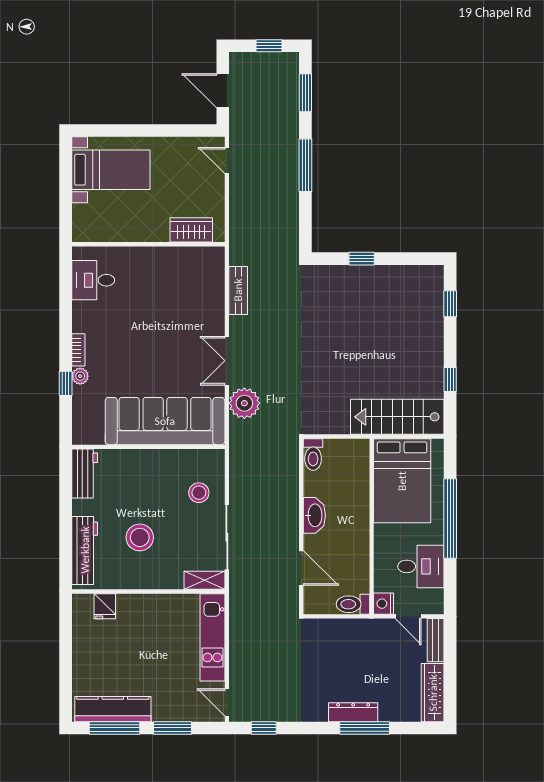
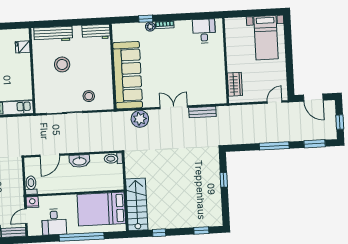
door: (223, 91) -> (313, 98), swing flipped
double door: (227, 361) -> (174, 107), moved
shelving: (205, 580) -> (40, 102), removed

